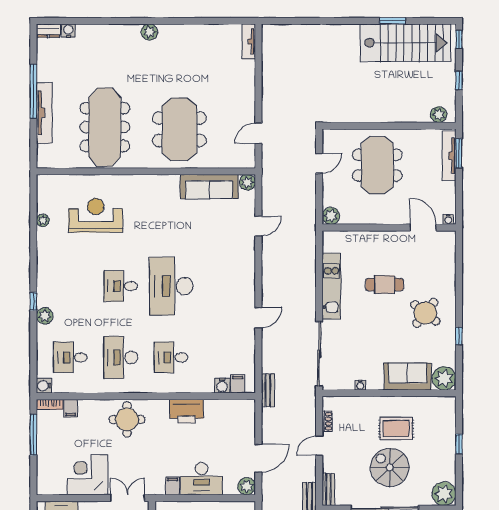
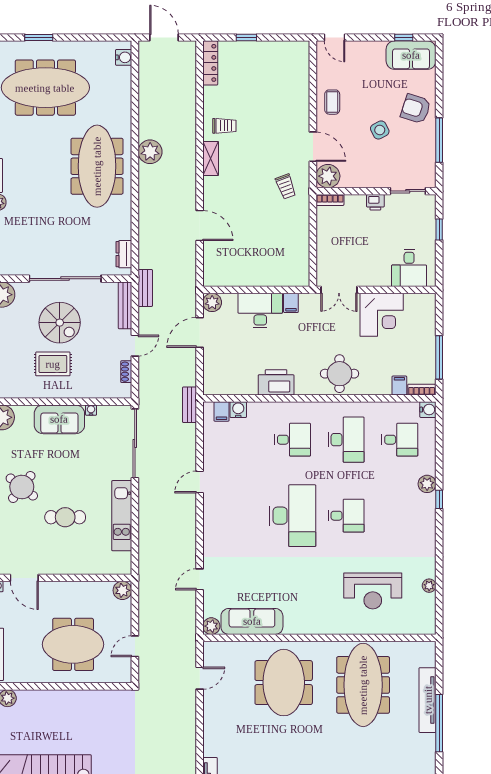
meeting table: (377, 165) -> (73, 644), turned 90
sofa: (408, 377) -> (59, 419), moved
bench: (328, 489) -> (125, 305), width x1.36

